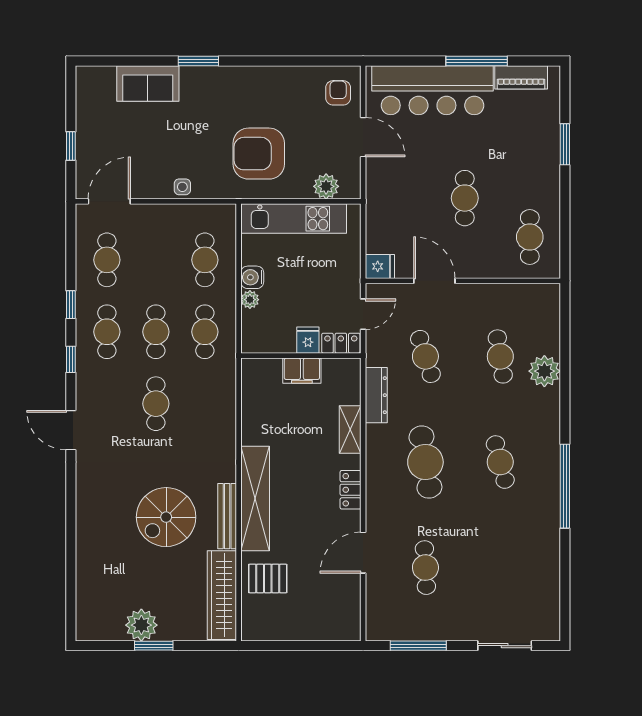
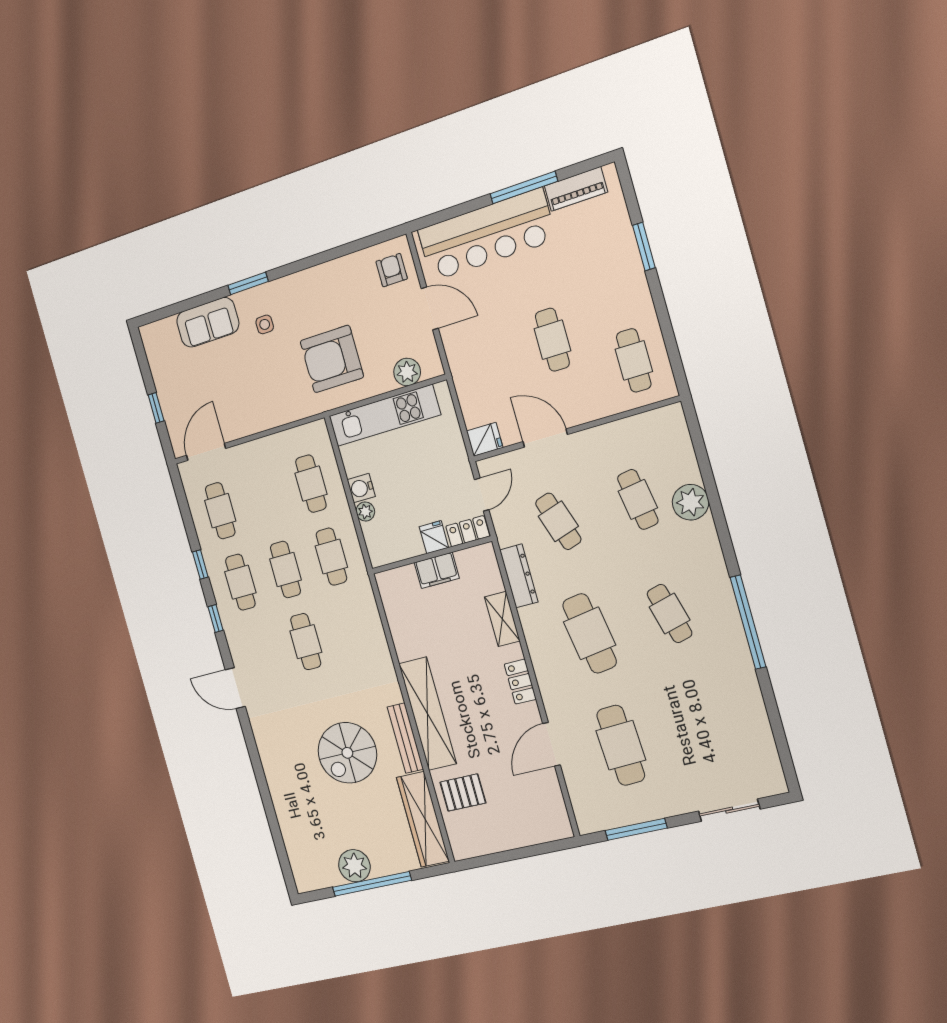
side table: (182, 187) -> (265, 324), moved
cafe table: (425, 568) -> (621, 745), width x1.37, depth x1.35
window: (154, 646) -> (372, 884), width x2.11

